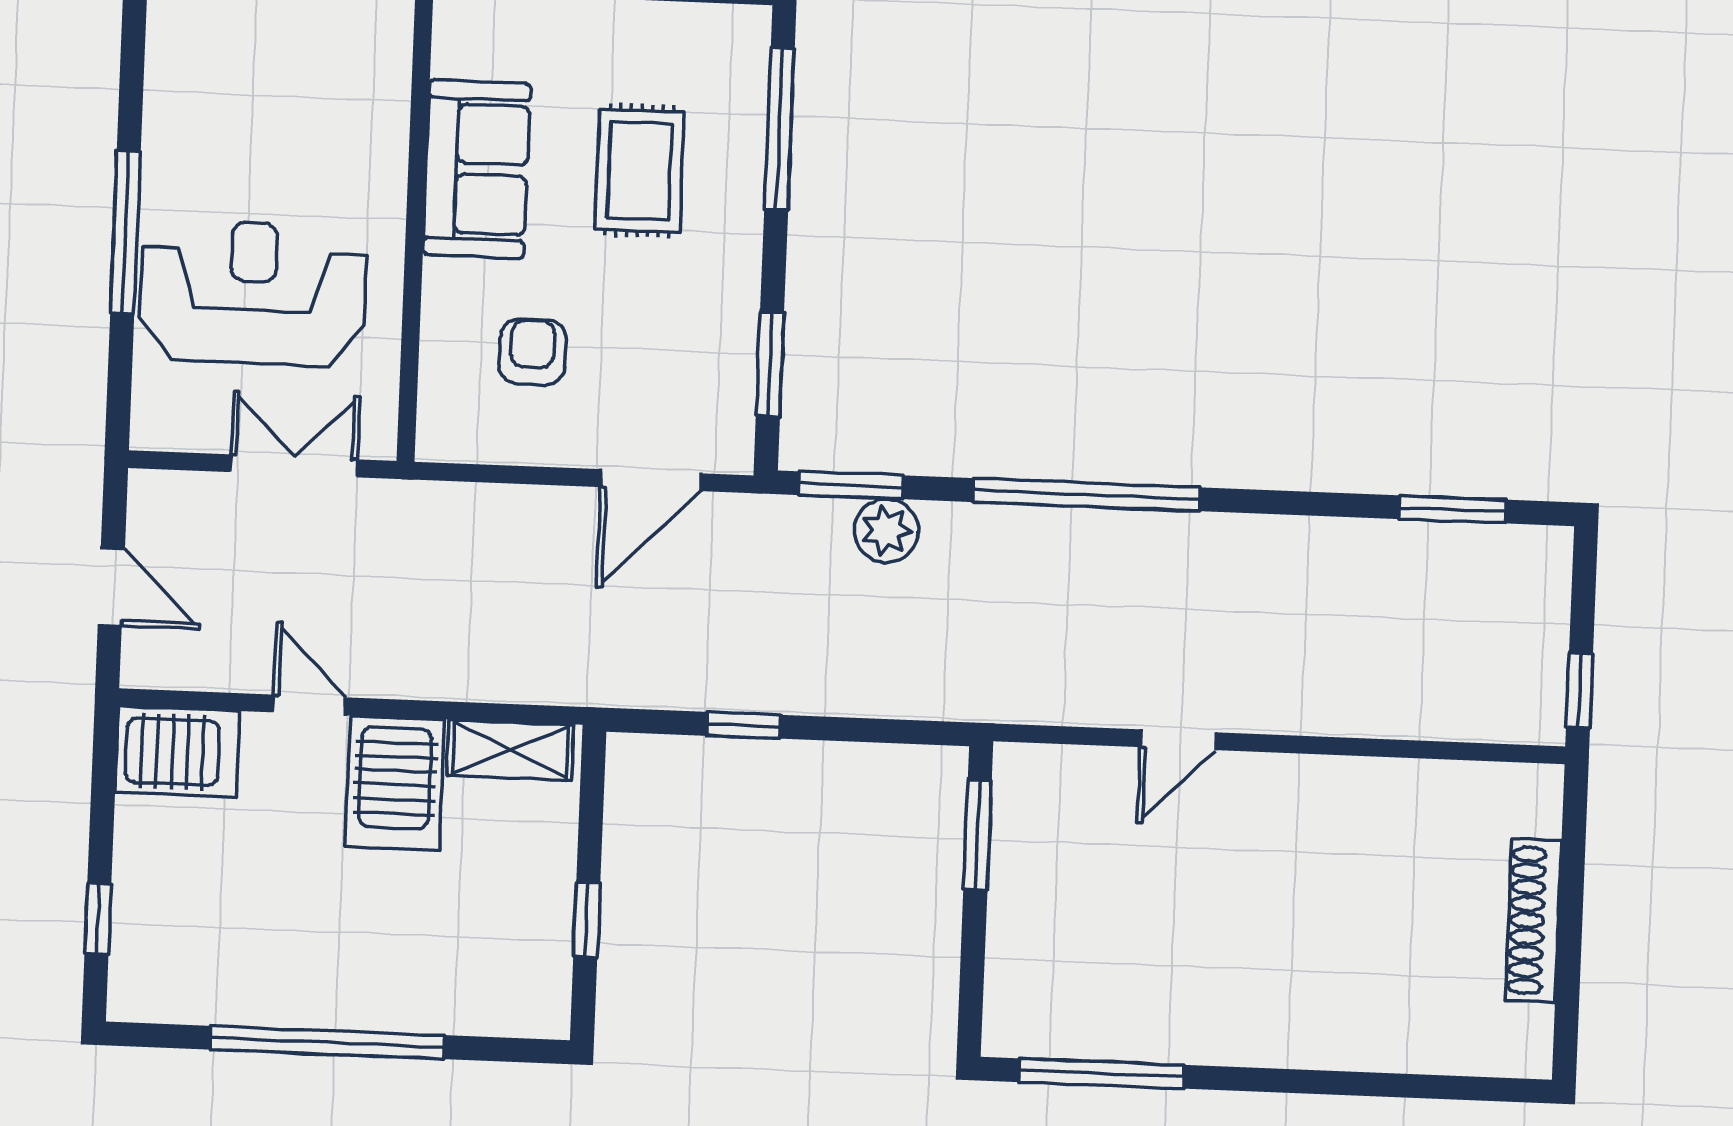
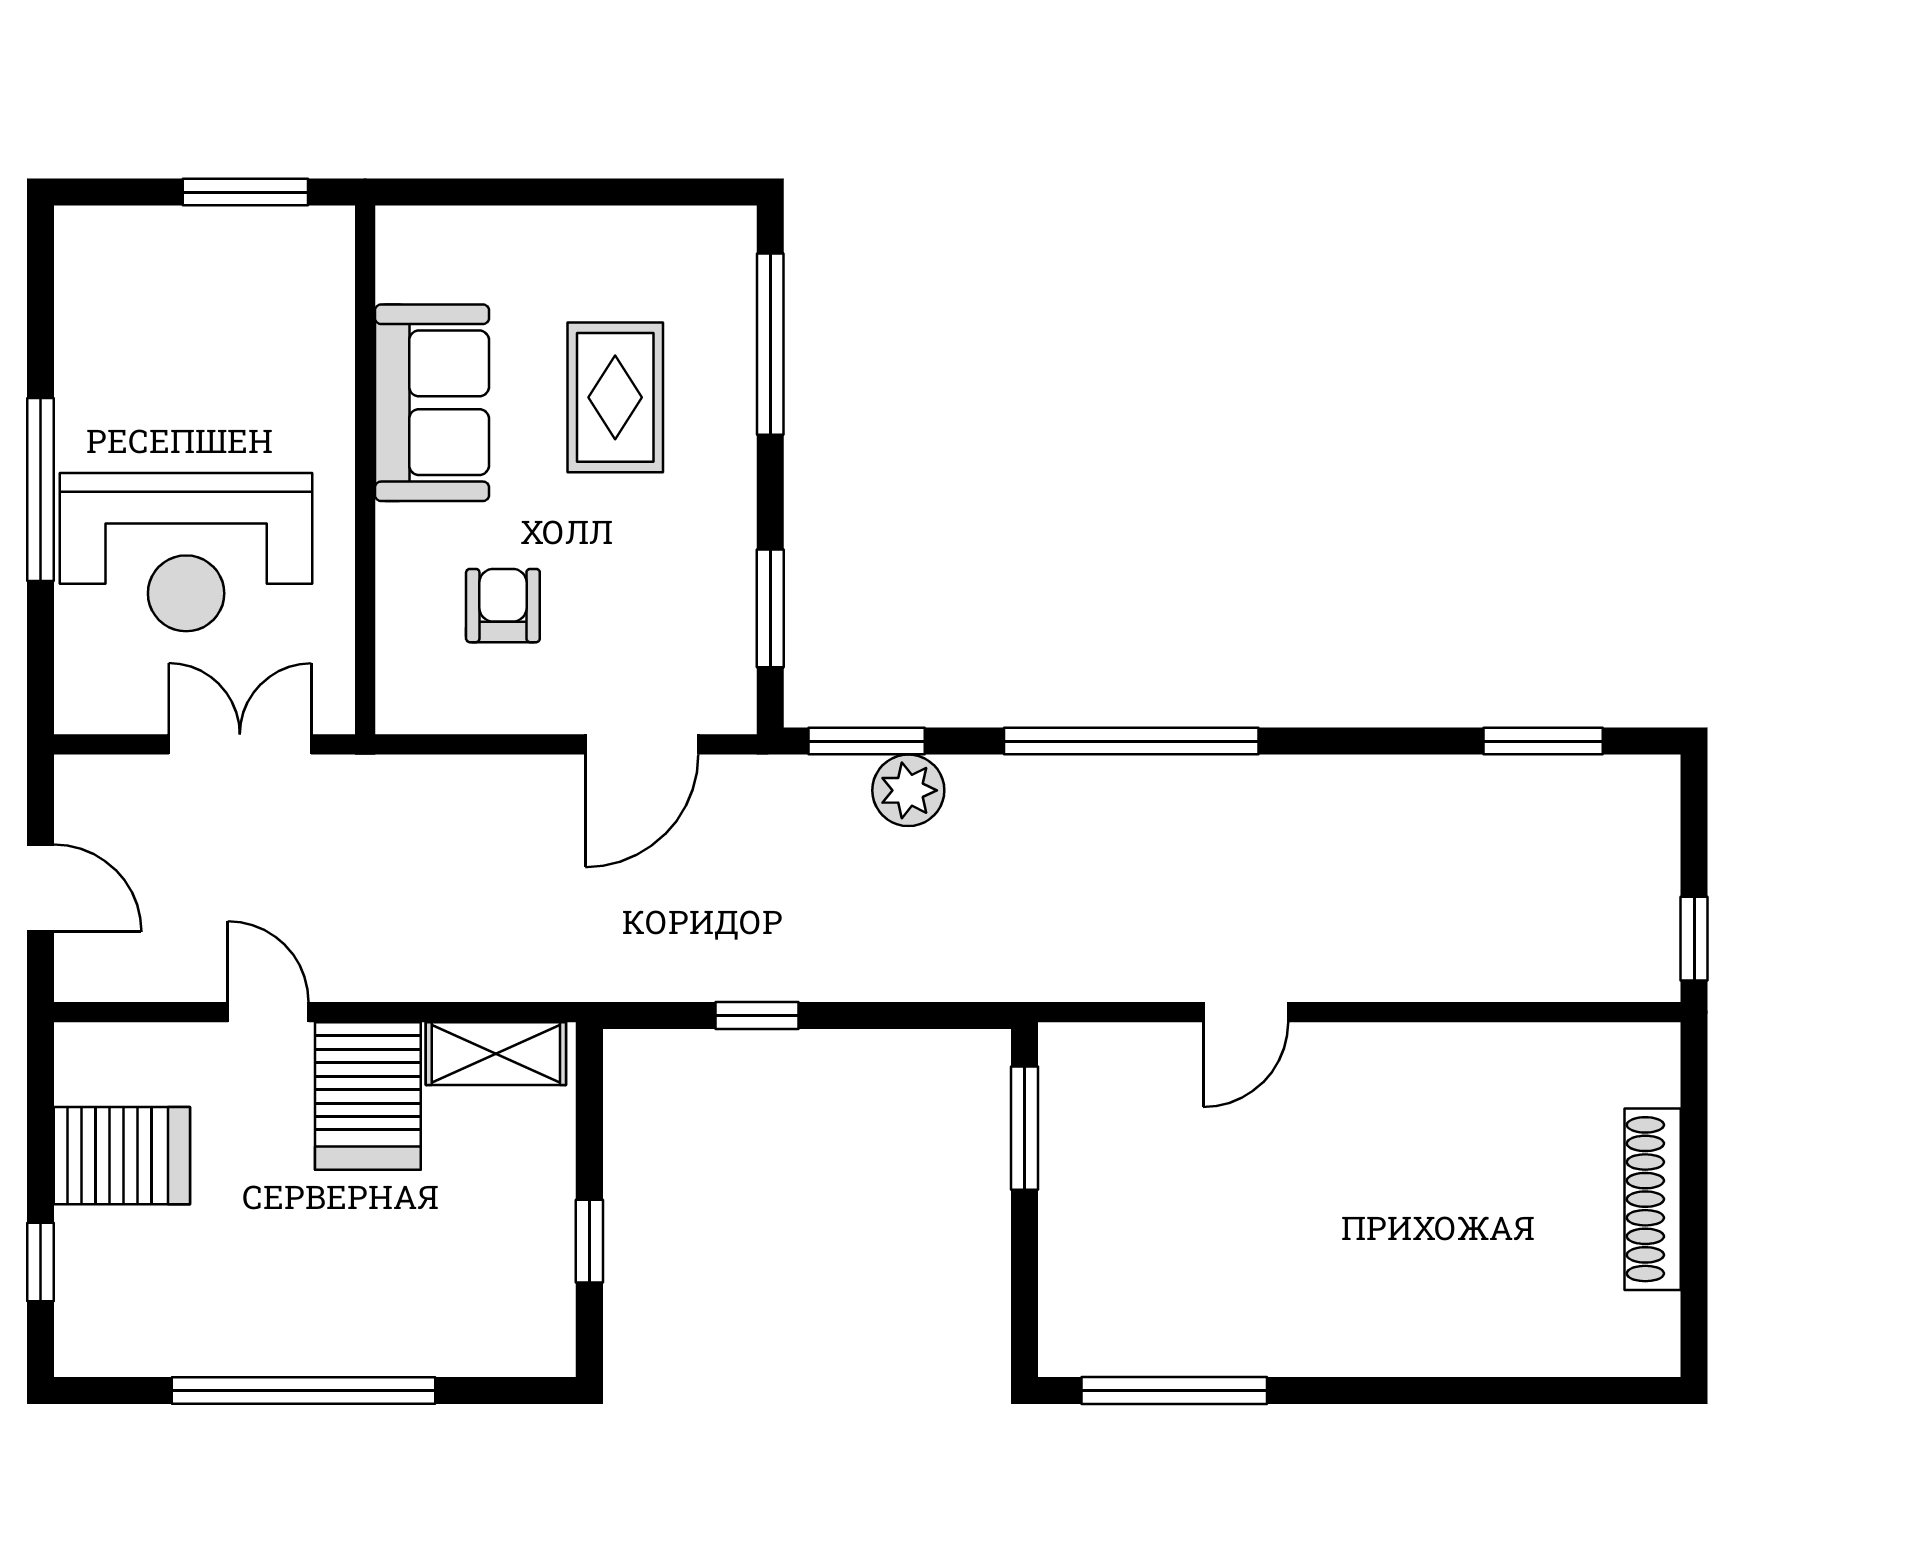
reception desk: (253, 293) -> (186, 552), turned 180
server rack: (177, 752) -> (122, 1156), moved

